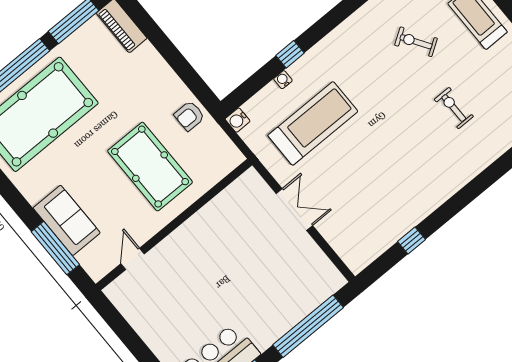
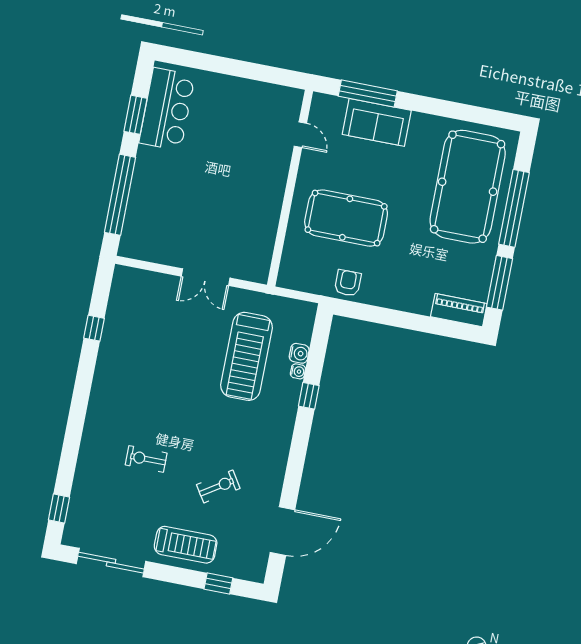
exercise bike: (454, 108) -> (146, 459), turned 180
water cooler: (238, 120) -> (299, 353), moved, turned 90

